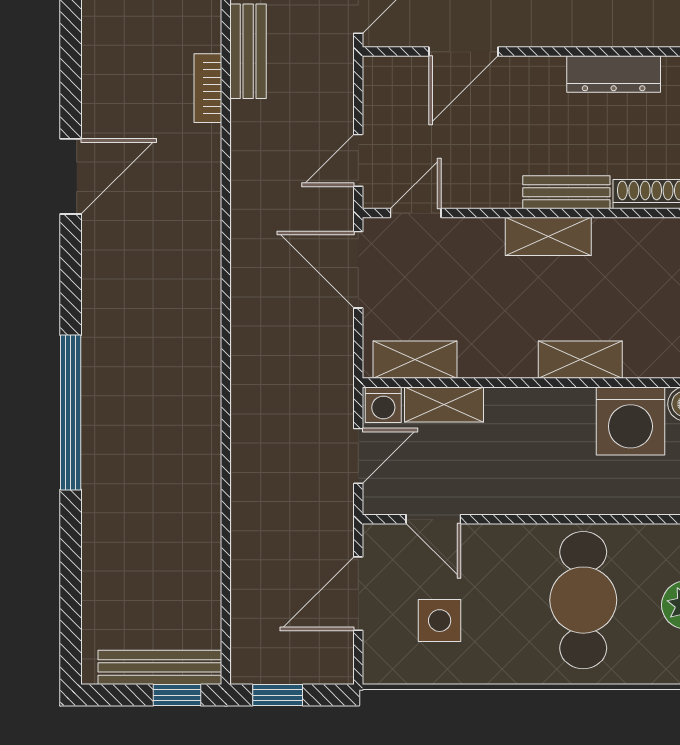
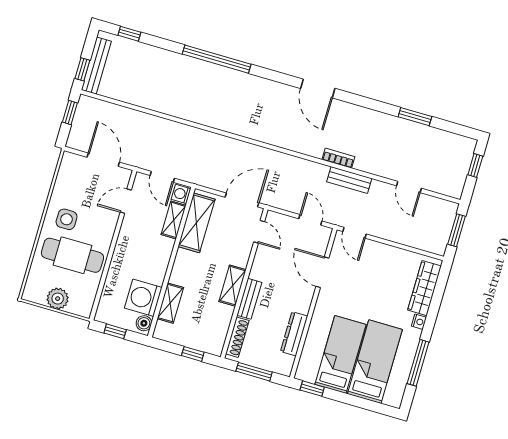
door: (358, 160) -> (310, 220), moved
shelving: (415, 360) -> (196, 223), width x1.50, depth x1.33
shelving: (580, 360) -> (170, 303), moved
window: (71, 616) -> (129, 34), added
side table: (440, 621) -> (67, 219), moved

